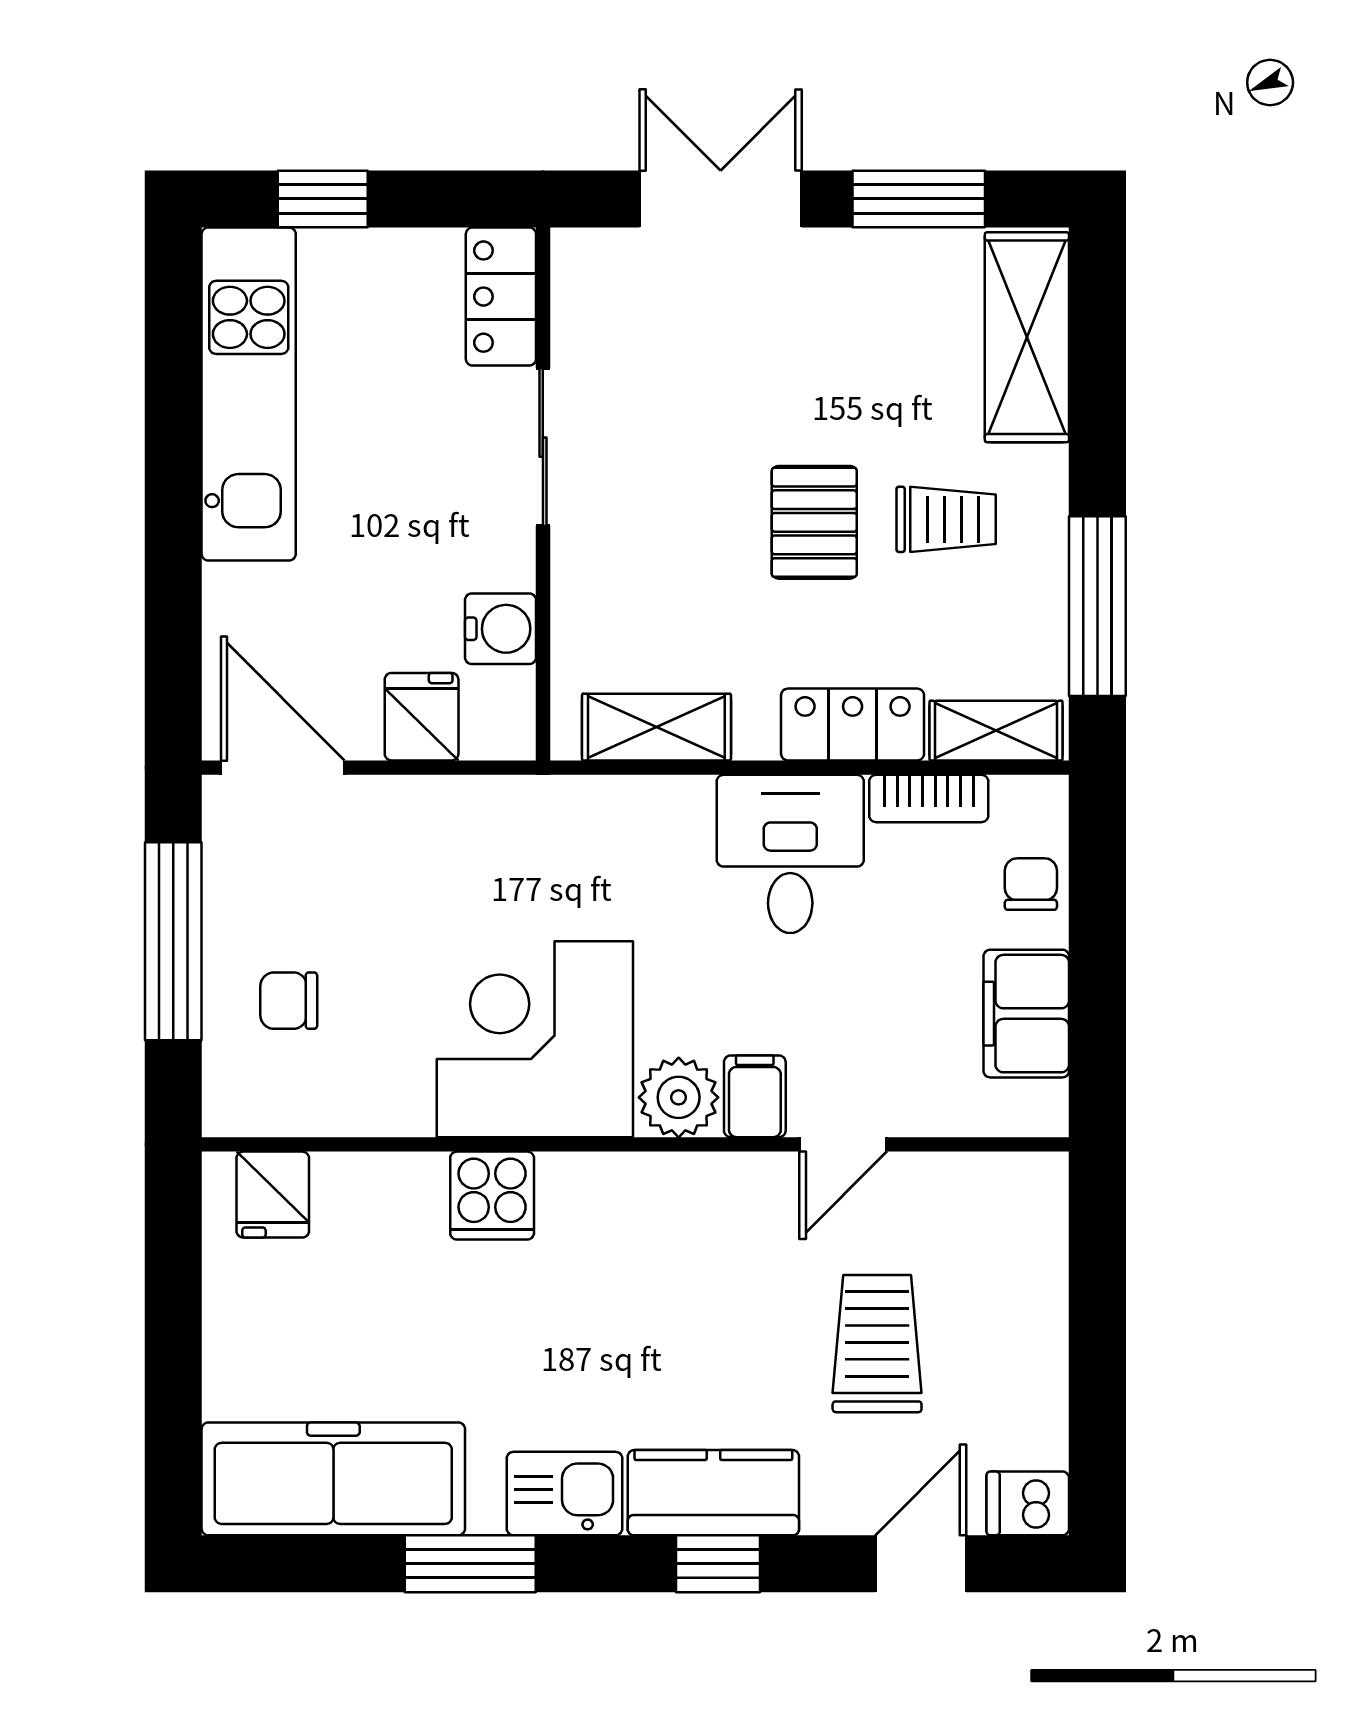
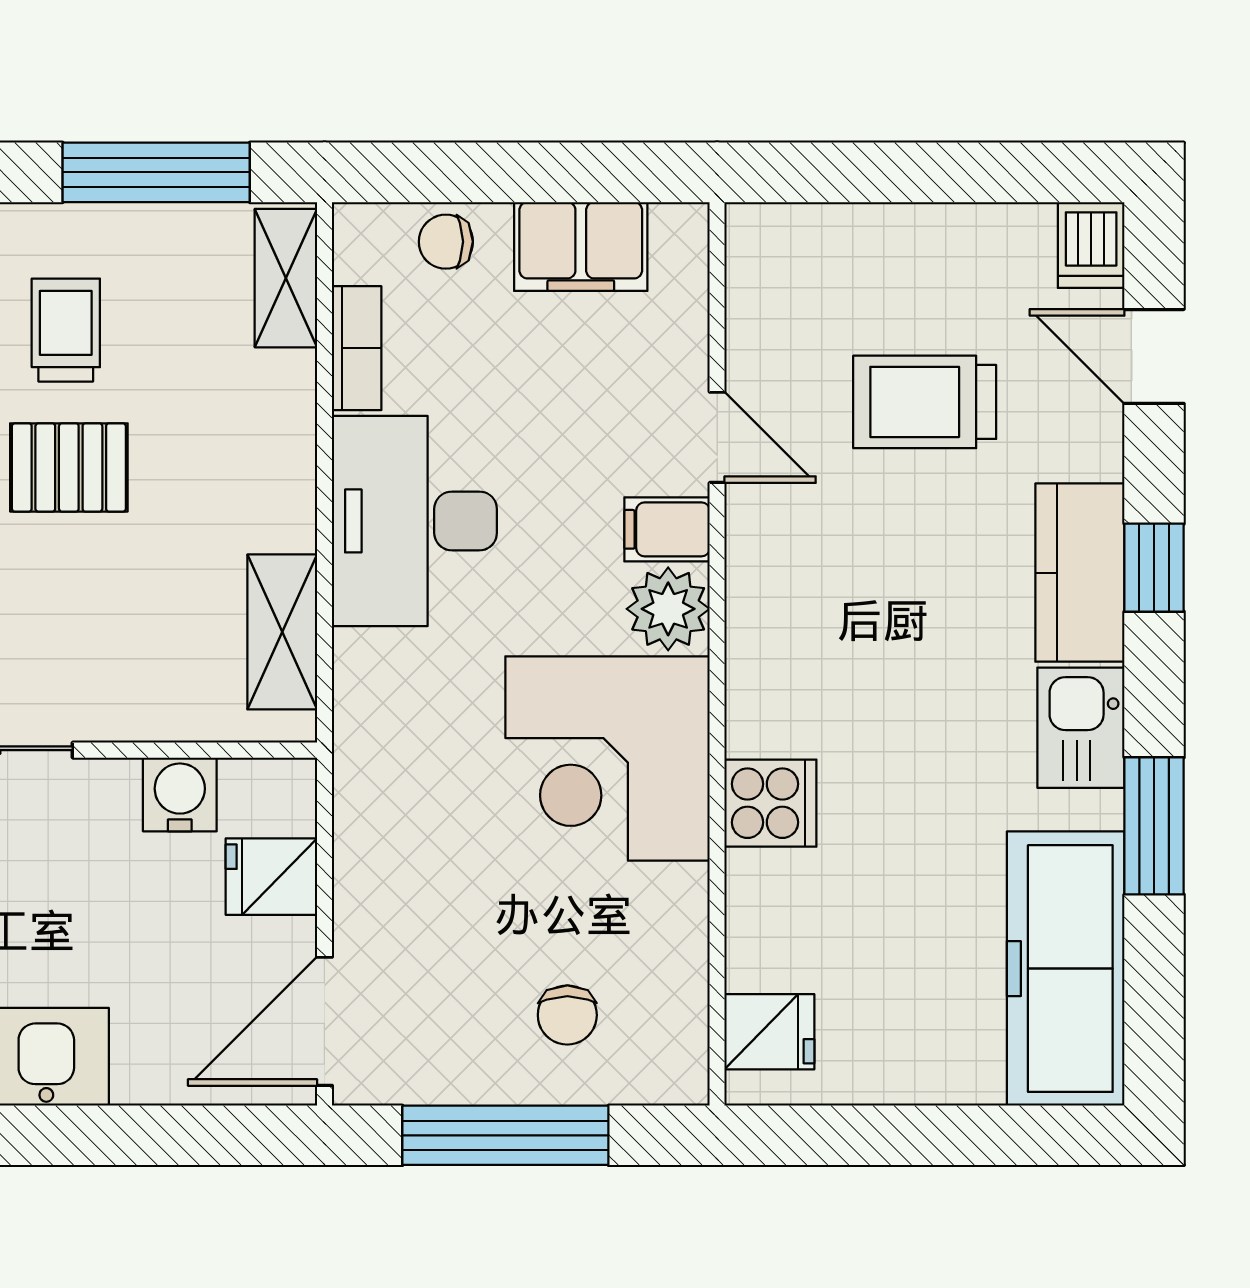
locker: (853, 725) -> (280, 428), removed
desk: (790, 854) -> (414, 521), width x1.37

